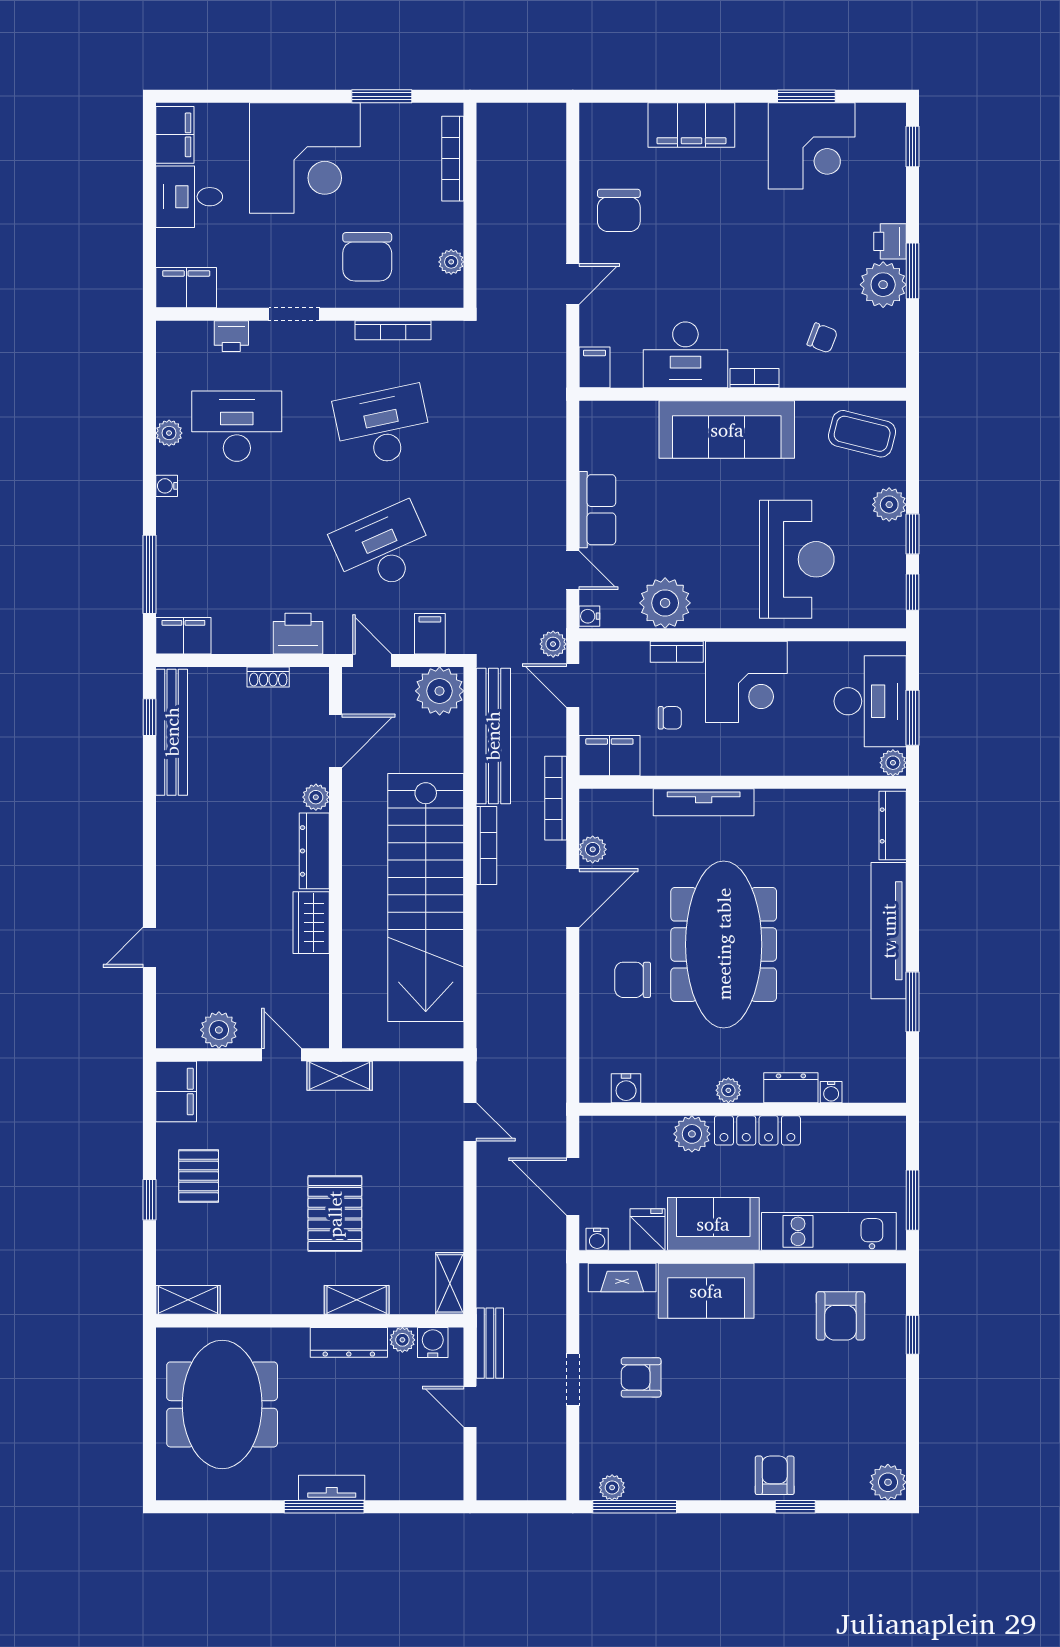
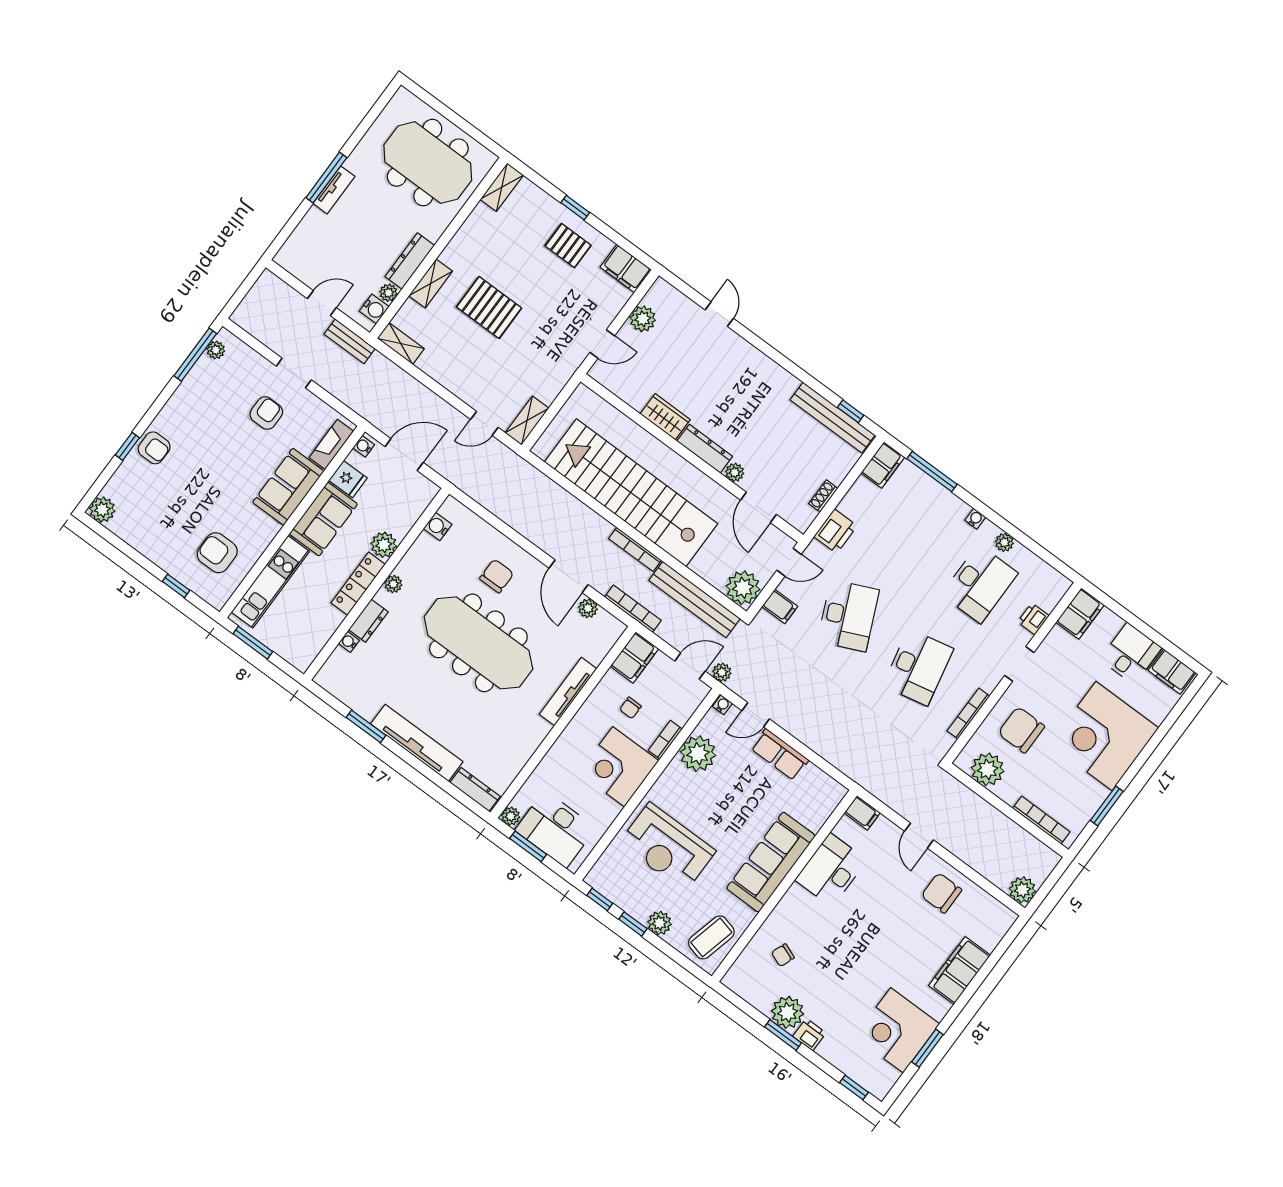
plant: (547, 121) -> (1022, 890), added
plant: (451, 262) -> (988, 769), width x1.88, depth x1.88
bookcase: (754, 378) -> (789, 899), removed
shelving: (340, 1076) -> (527, 421), moved

